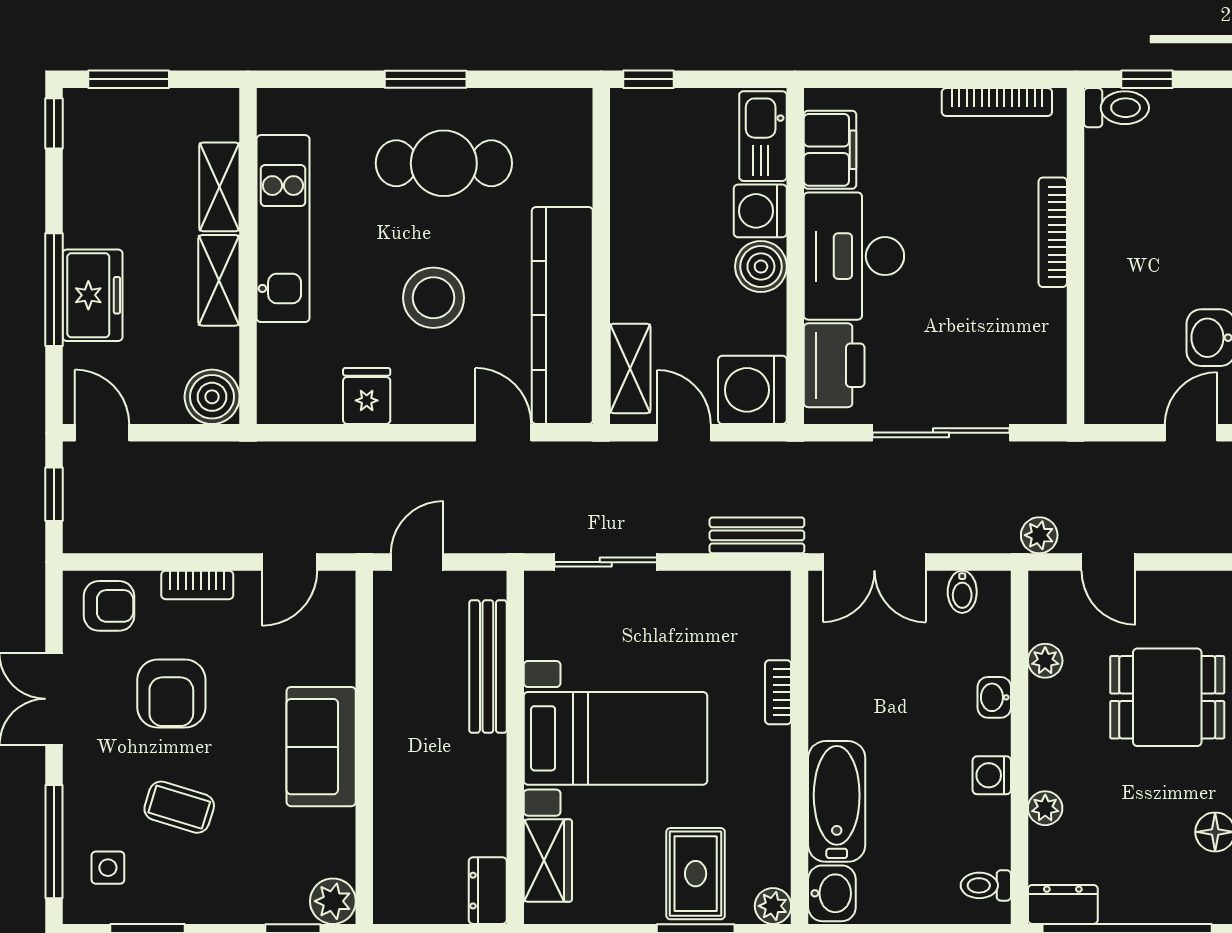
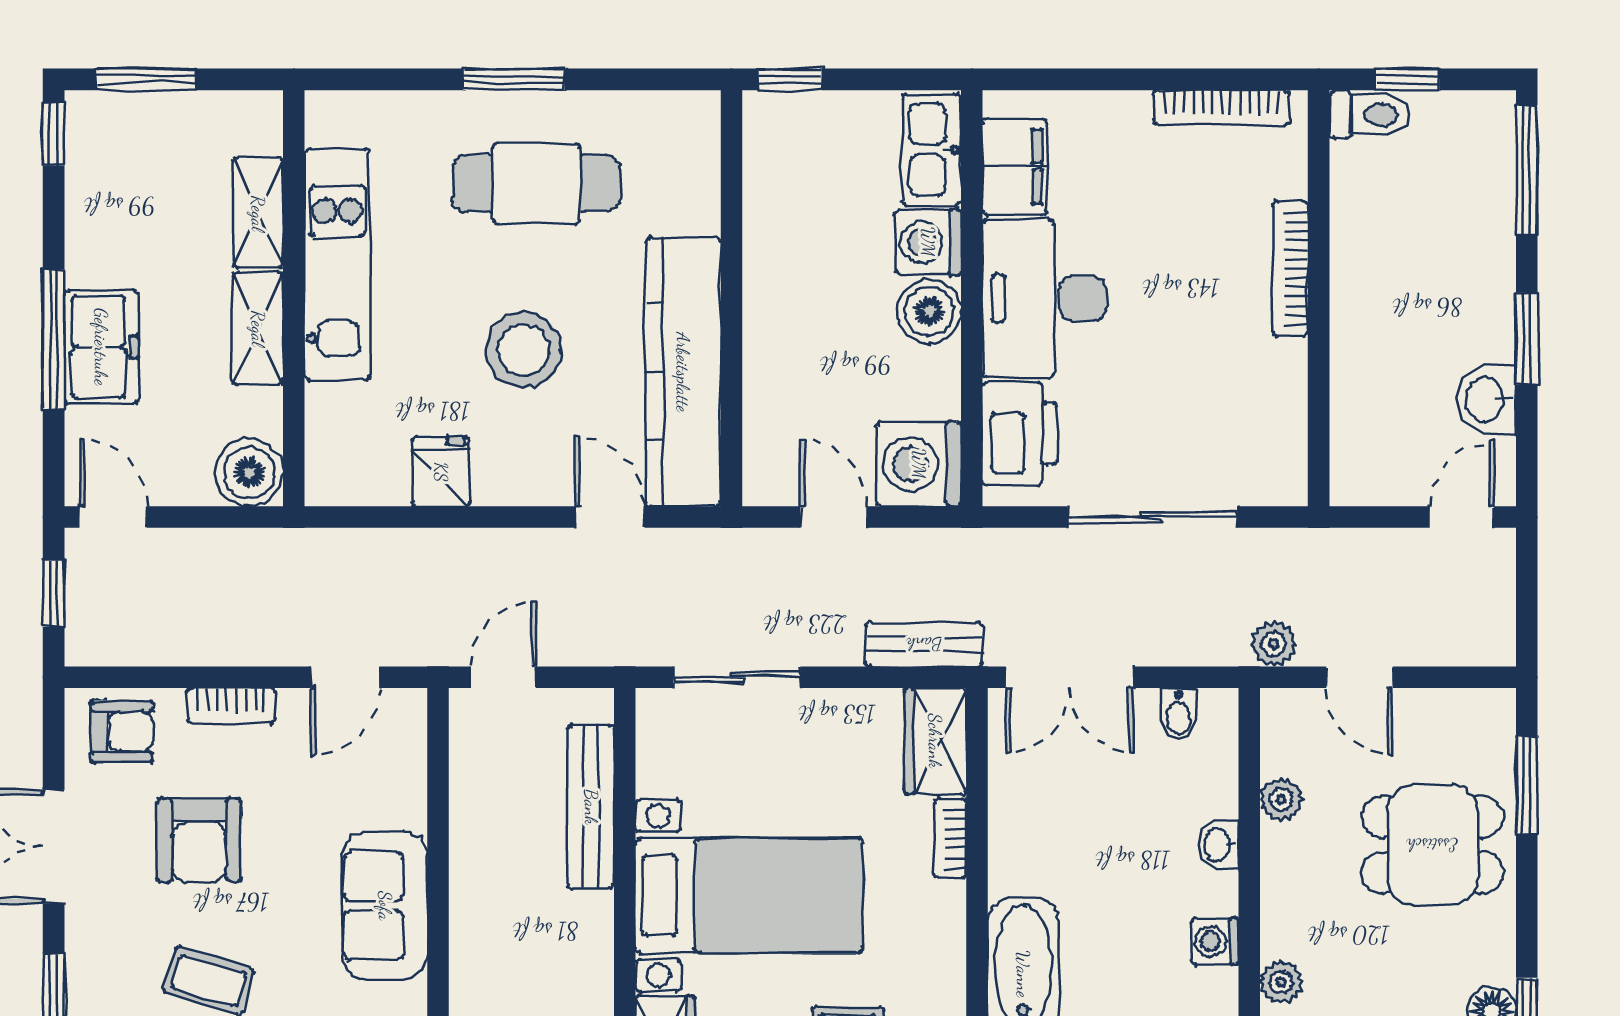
shelving: (630, 368) -> (767, 437), removed
wardrobe: (766, 614) -> (935, 741), added

